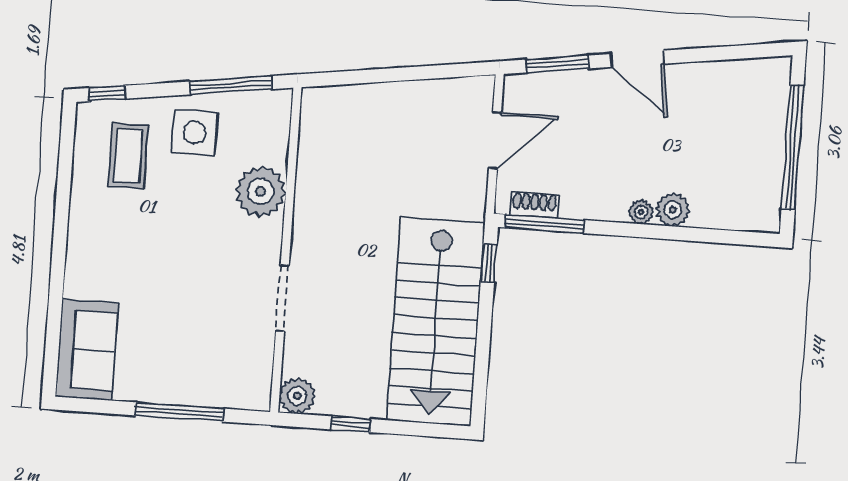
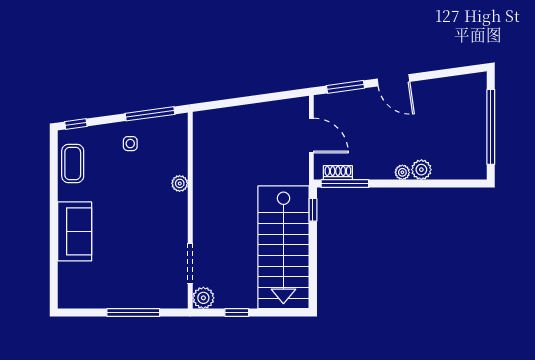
side table: (195, 132) -> (130, 144), width x0.54, depth x0.54
door: (495, 140) -> (311, 135), hinge flipped
coffee table: (128, 156) -> (73, 164), moved
plant: (261, 191) -> (180, 183), width x0.53, depth x0.53
doorway: (282, 298) -> (190, 263), moved
sofa: (87, 350) -> (75, 231), moved

